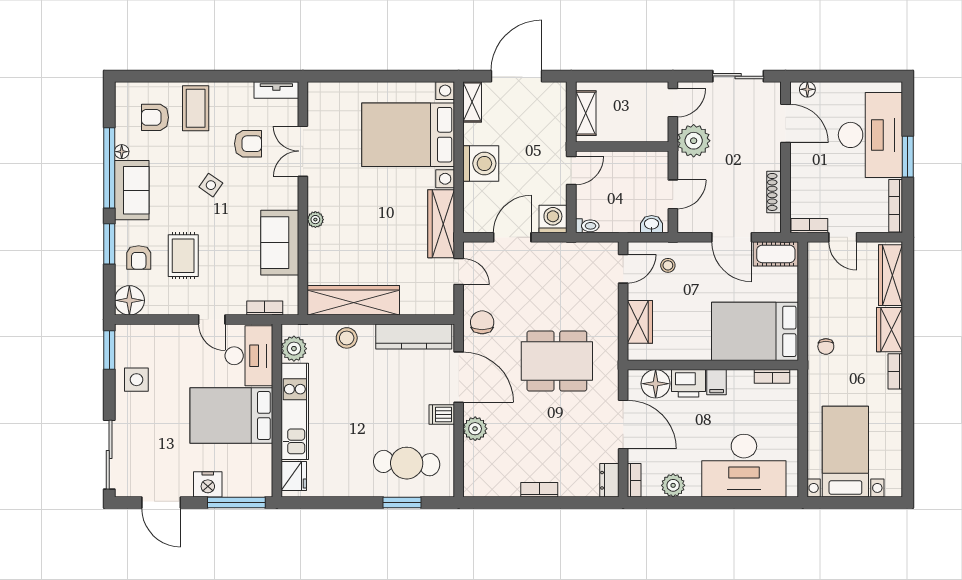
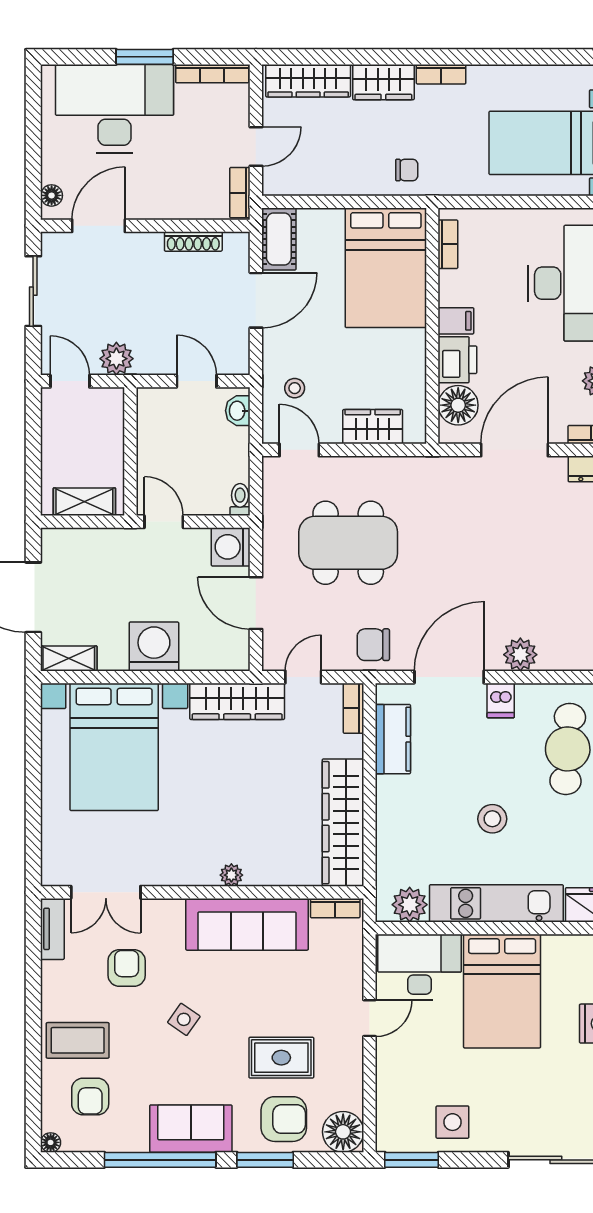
plant: (694, 141) -> (116, 359), width x0.73, depth x0.73
double door: (303, 151) -> (106, 892), moved
floor lamp: (122, 152) -> (51, 1142), moved
sofa: (280, 243) -> (247, 924), width x1.36
armchair: (139, 257) -> (284, 1119), width x1.38, depth x1.38
bookcase: (265, 308) -> (335, 908), moved, turned -90
bookcase: (436, 308) -> (353, 708), added
kitchen counter: (414, 336) -> (393, 739), width x0.67
stool: (347, 338) -> (492, 819), moved
dining table: (557, 361) -> (348, 543), moved, turned 90

